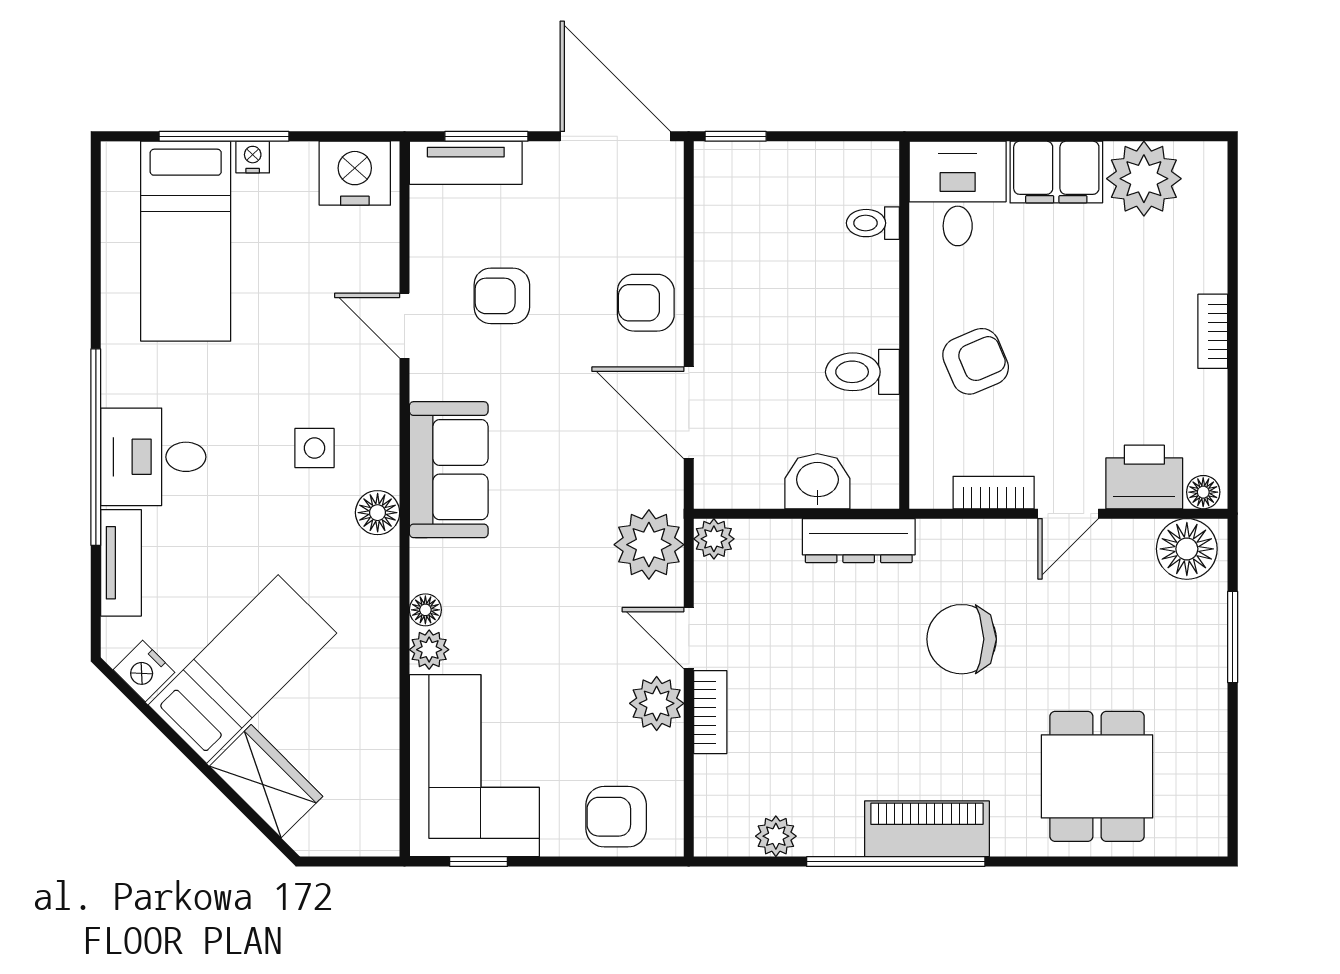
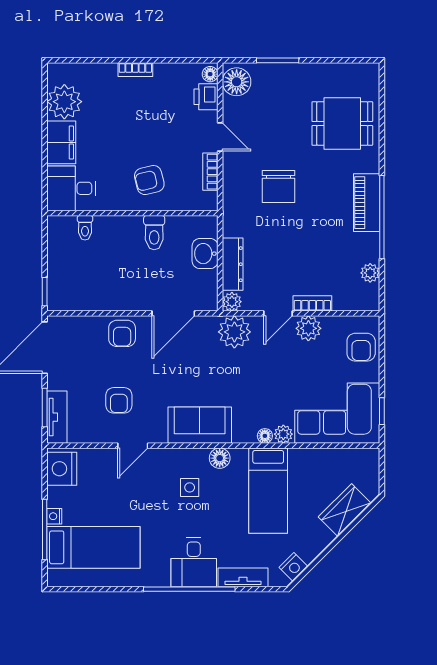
armchair: (976, 361) -> (149, 180), turned -81
printer: (1144, 477) -> (206, 97), width x0.73, depth x0.81
dresser: (859, 541) -> (233, 264), moved
bed: (242, 669) -> (268, 491), moved, turned -135

